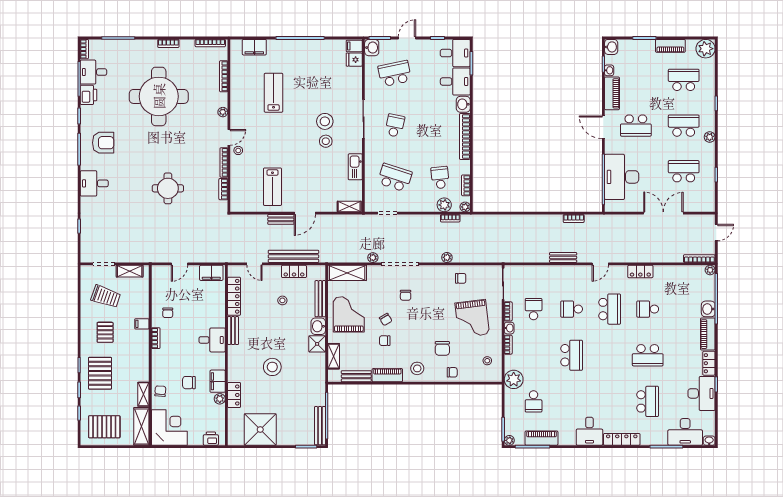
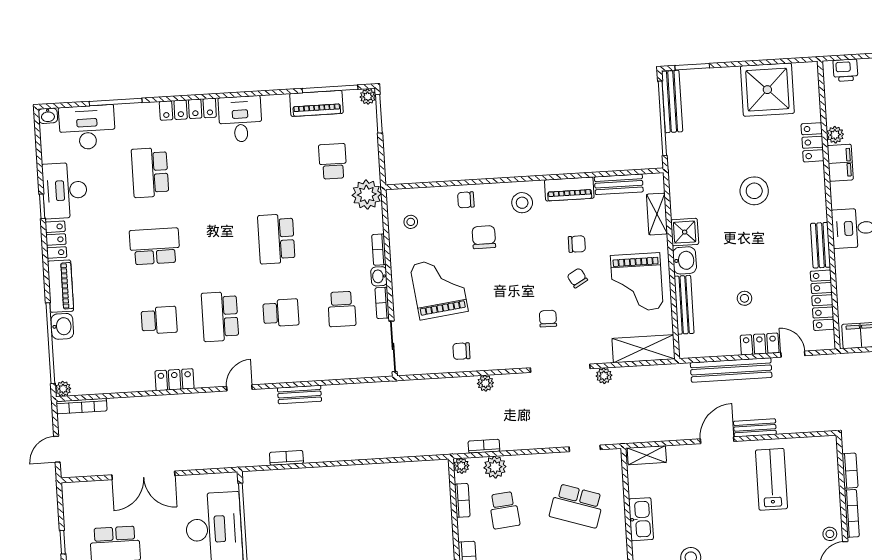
locker: (294, 271) -> (760, 344), moved

